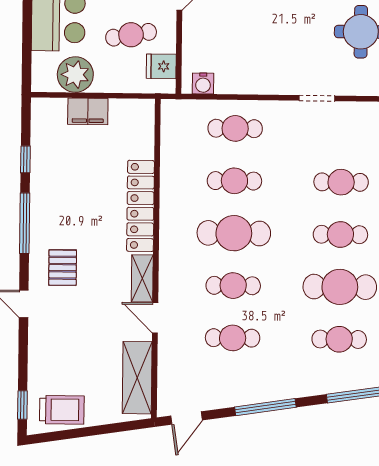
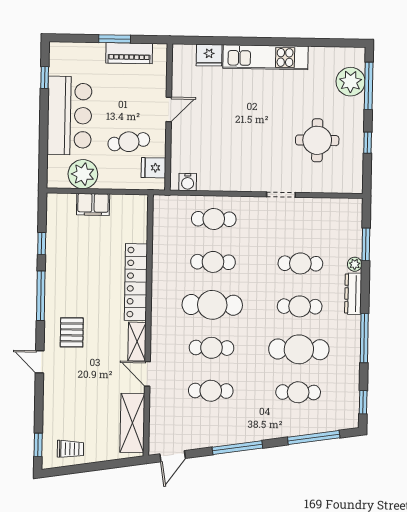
trolley: (62, 410) -> (70, 449), width x0.73, depth x0.72

